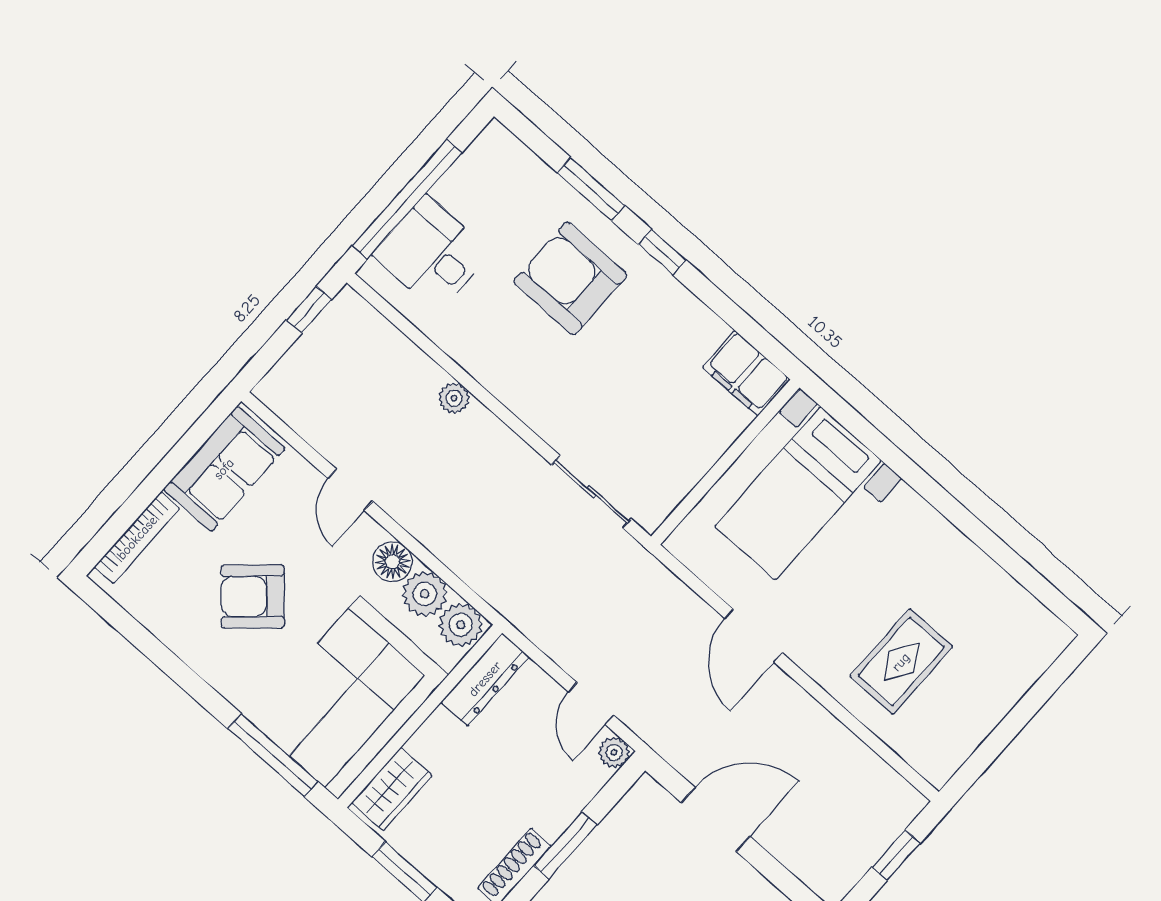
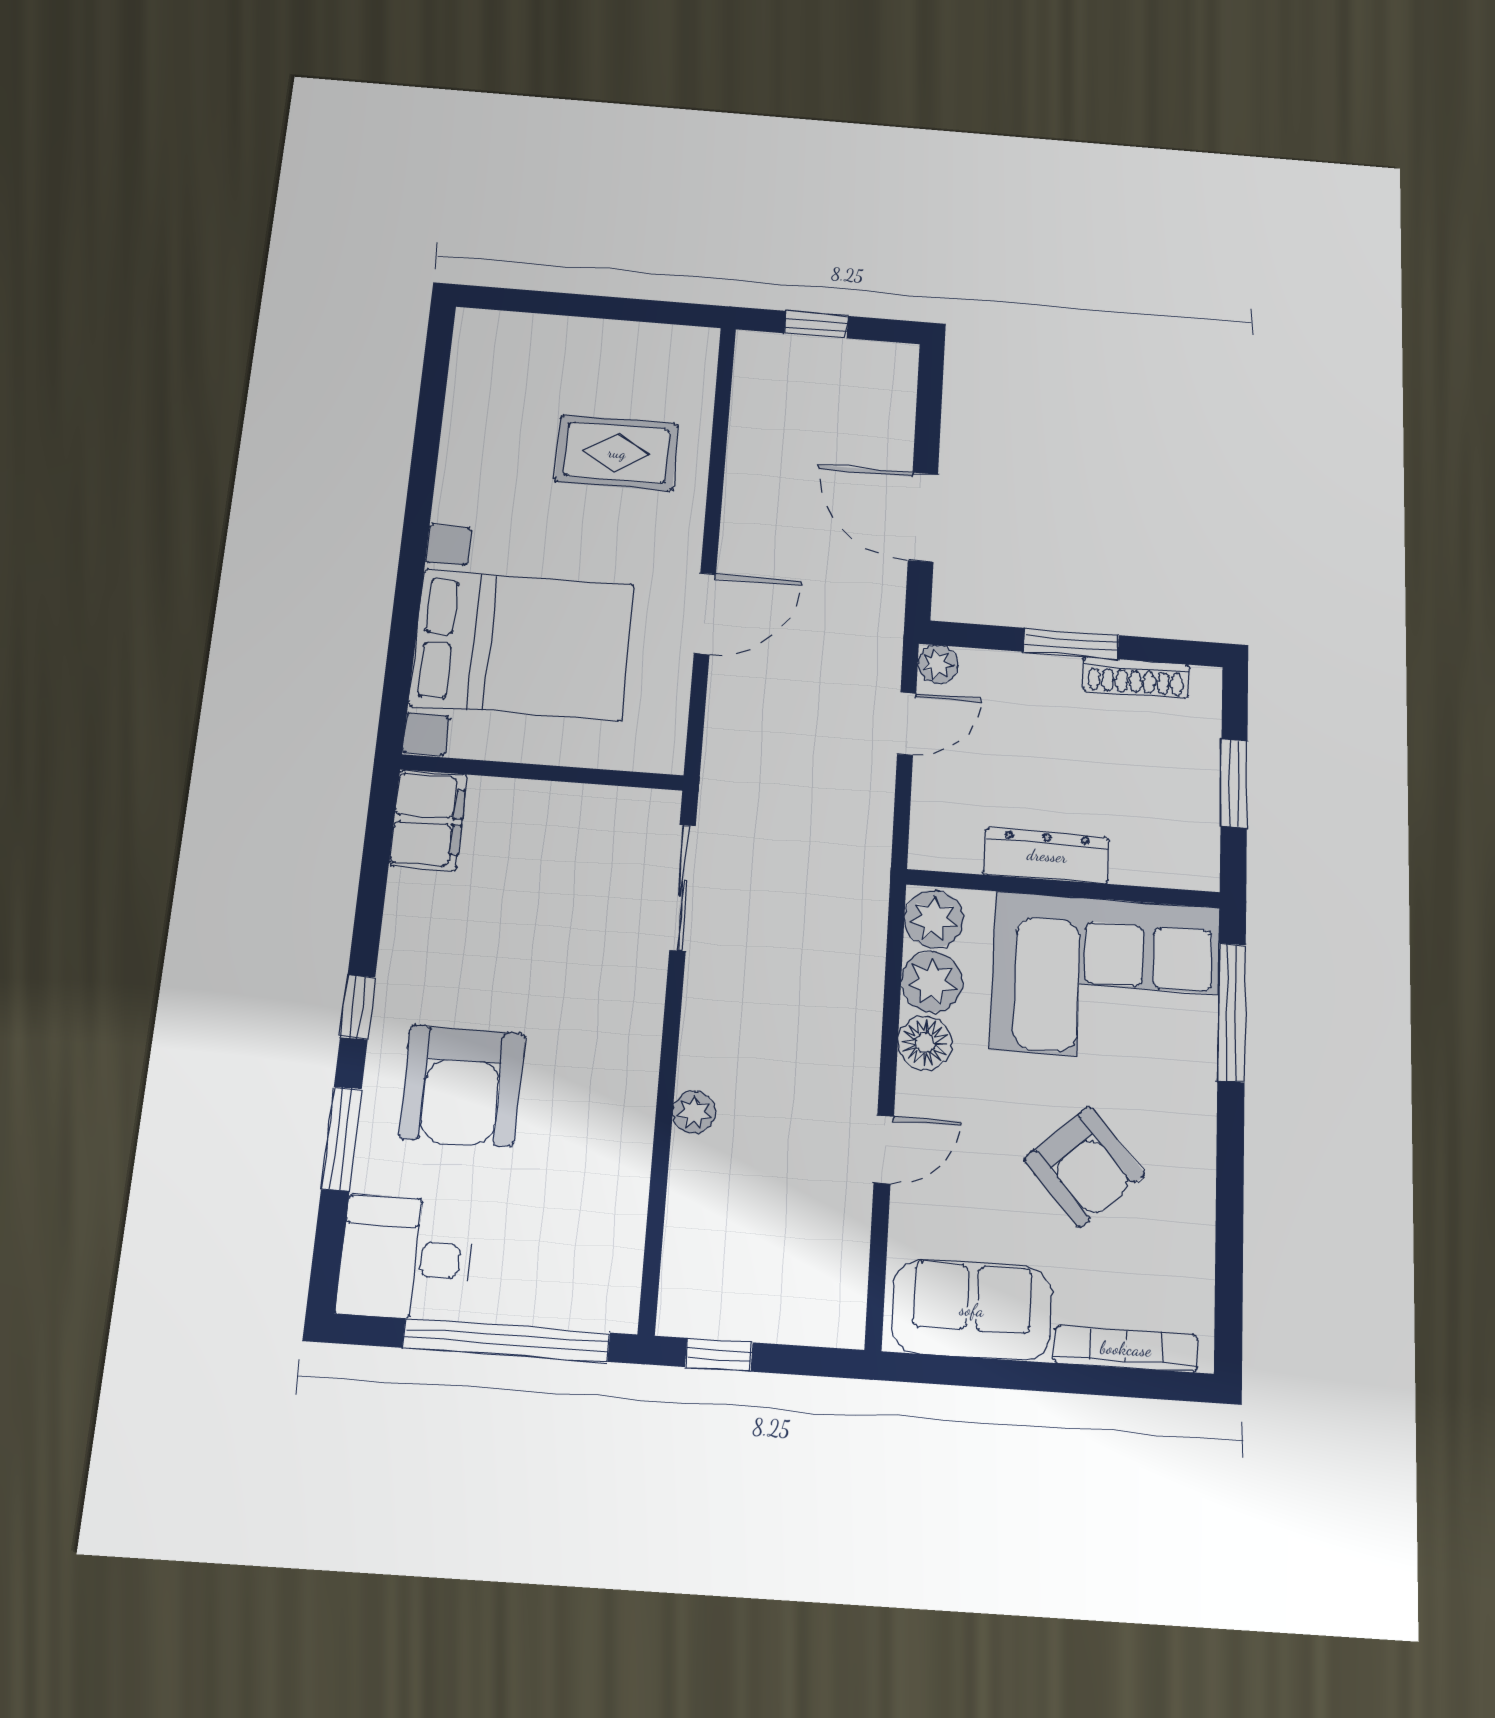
desk: (432, 254) -> (406, 1258), moved, turned 90
bed with nightstands: (798, 493) -> (522, 645), width x1.36
dresser: (485, 679) -> (1047, 856), moved
wardrobe: (392, 789) -> (1162, 860), removed

